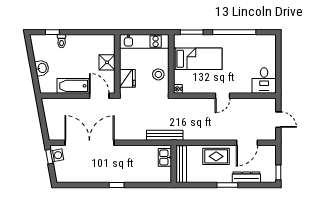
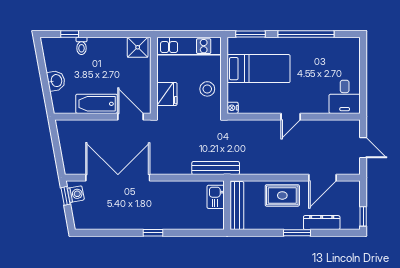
shower: (107, 62) -> (138, 47), moved

